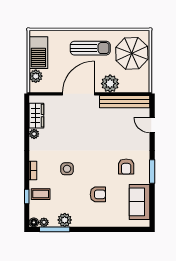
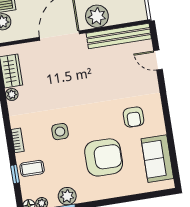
window: (152, 172) -> (167, 118), removed
armchair: (98, 194) -> (104, 157), width x1.88, depth x1.88

